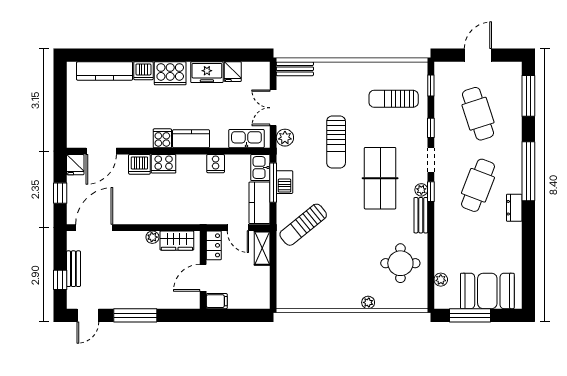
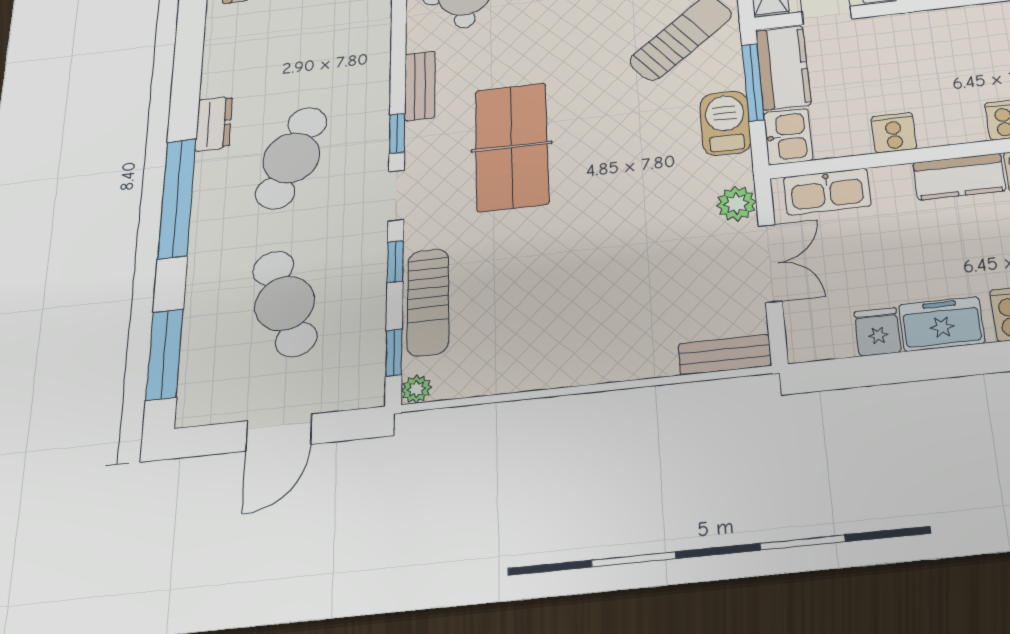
sun lounger: (394, 99) -> (428, 302), moved, turned 90
sun lounger: (336, 142) -> (616, 208), removed
barbecue: (284, 182) -> (725, 123), width x1.38, depth x1.27
window: (273, 183) -> (753, 82), moved
plant: (421, 190) -> (416, 389), moved

